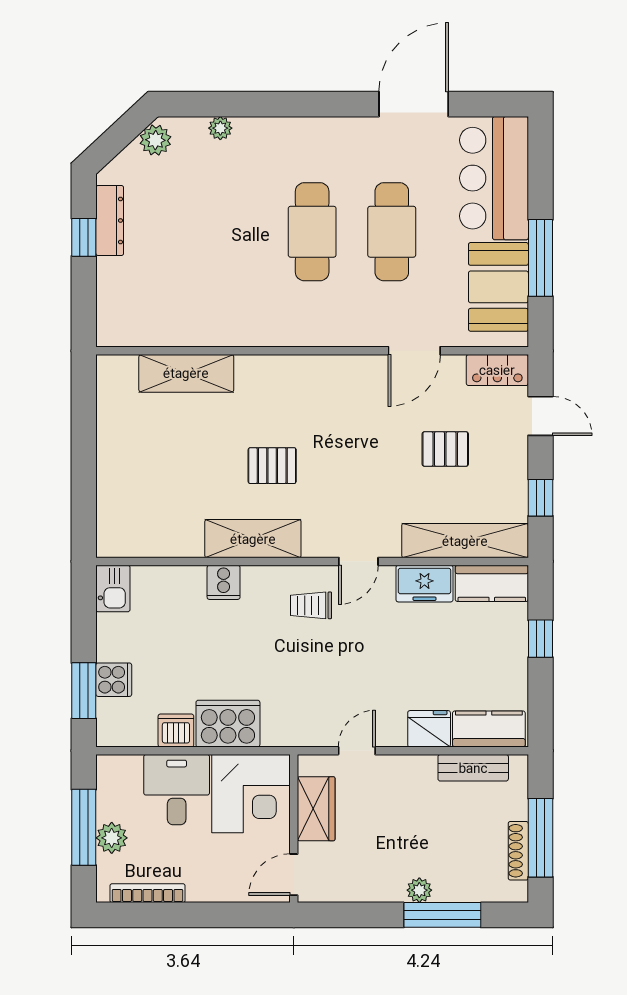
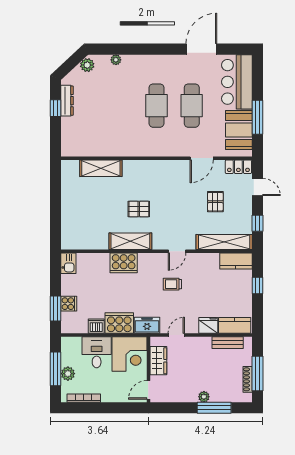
pallet: (445, 449) -> (215, 202), turned 90
cooker: (224, 582) -> (124, 263), width x1.87, depth x1.31
freezer: (424, 584) -> (147, 325), moved, turned 180
trolley: (311, 605) -> (172, 284), moved

